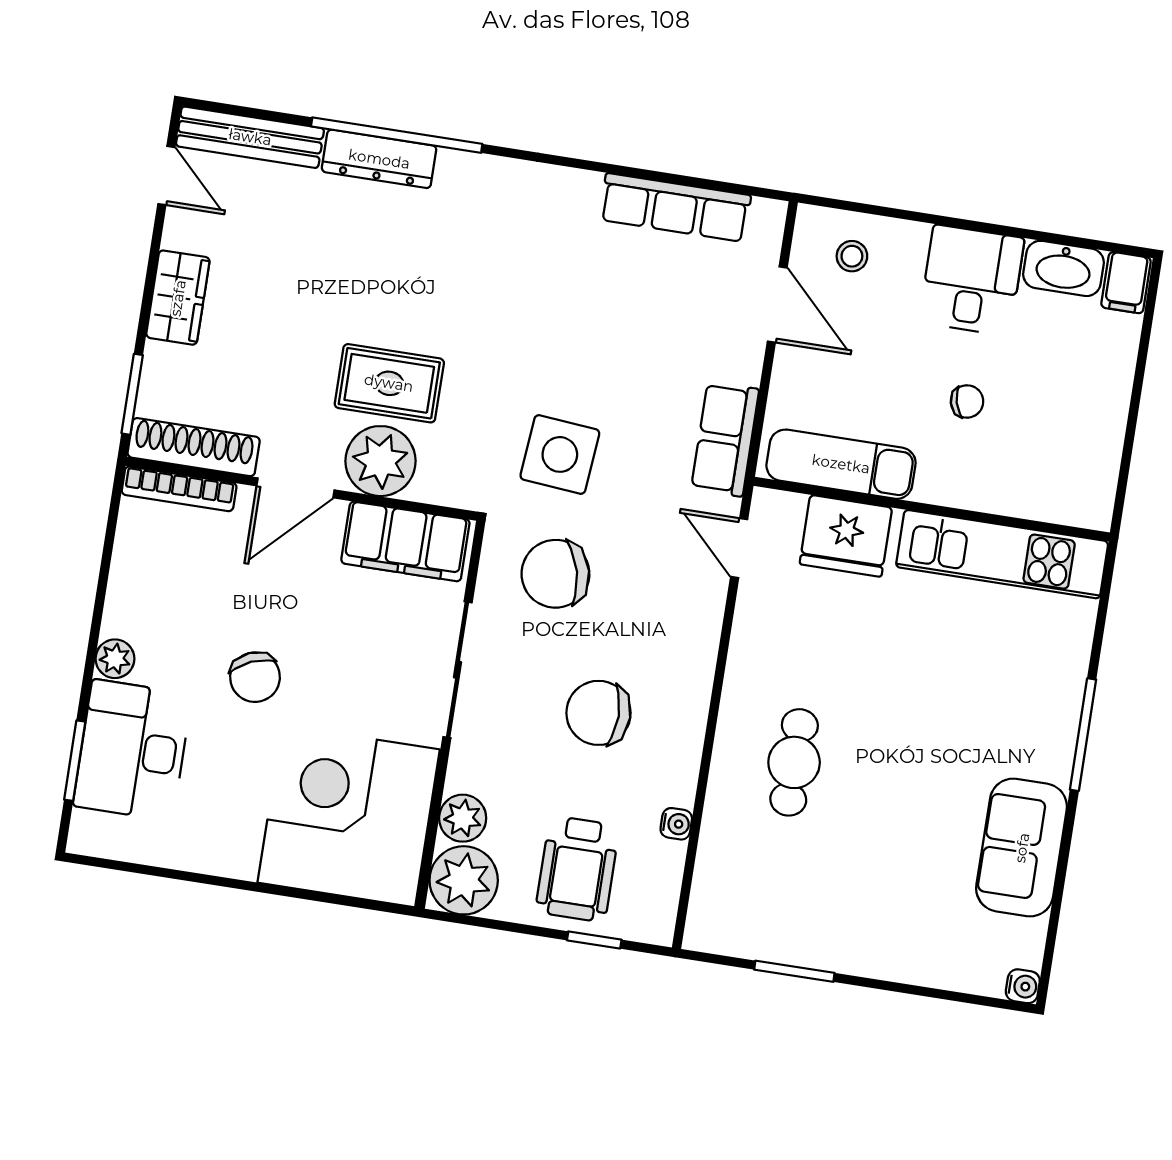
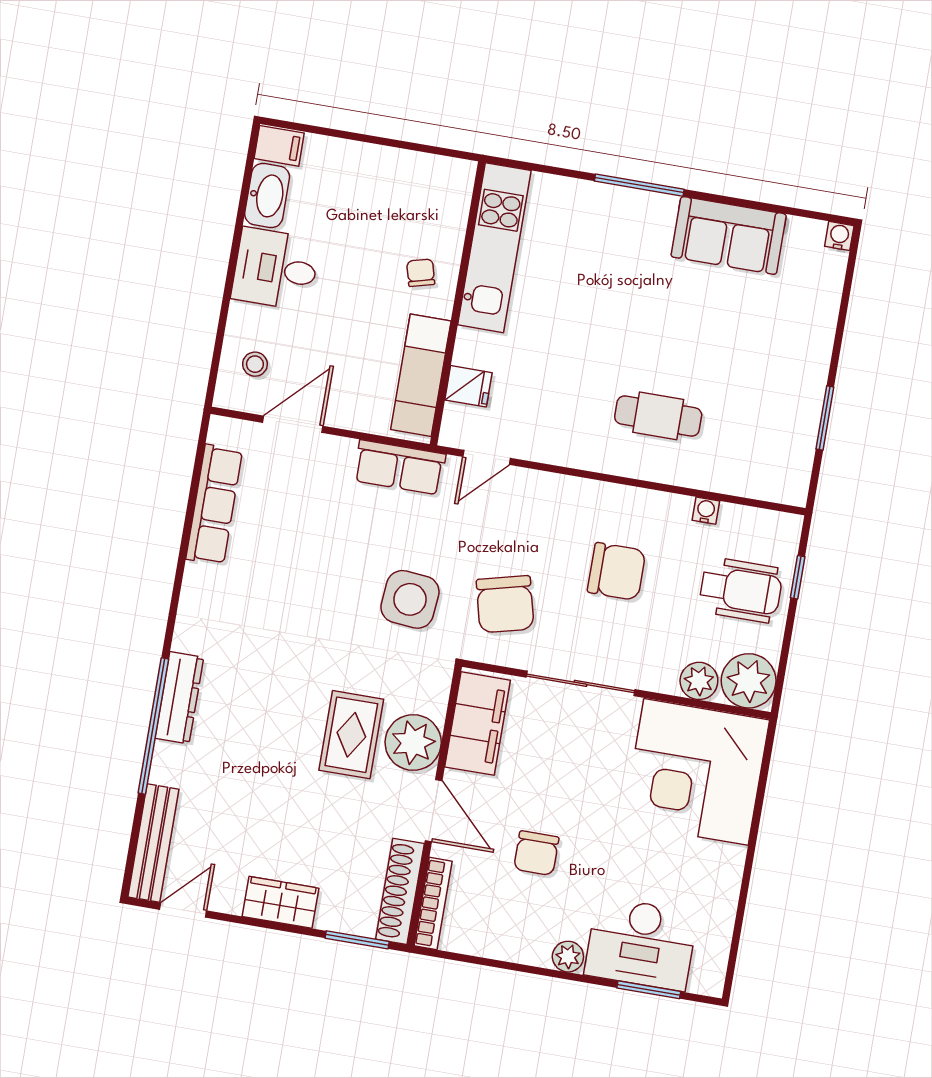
dresser: (379, 159) -> (179, 698), moved
chair: (967, 401) -> (421, 273), moved
fridge: (846, 536) -> (468, 386), width x0.53, depth x0.75
chair: (255, 677) -> (536, 853), moved, turned 113
chair: (598, 713) -> (617, 571), turned -90

